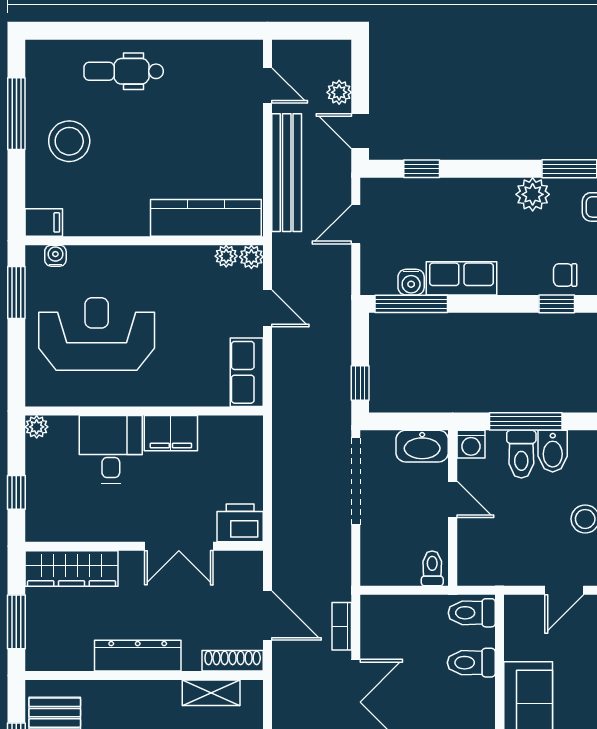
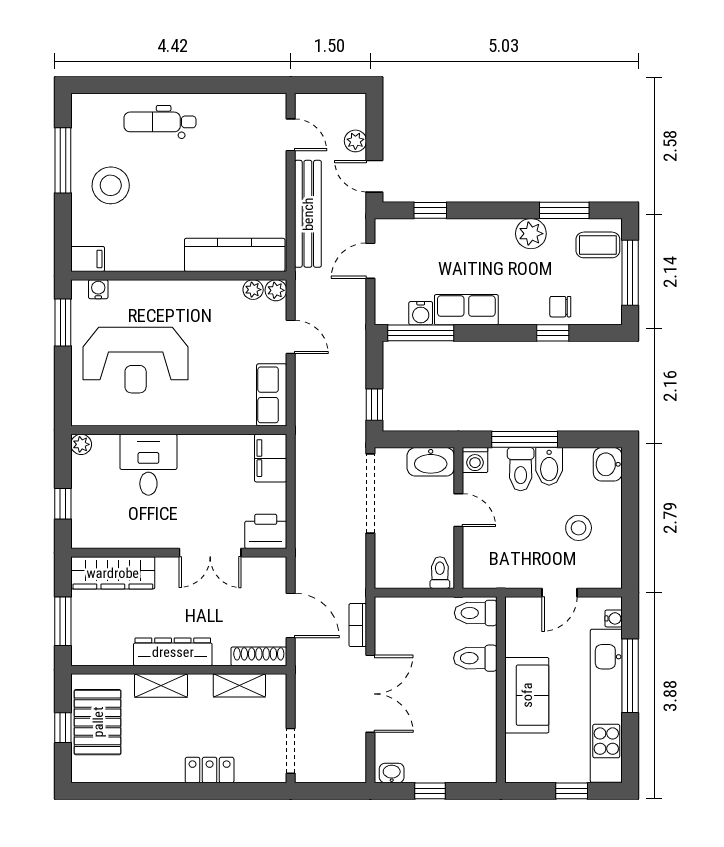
reception desk: (97, 334) -> (136, 360), turned 180
filing cabinet: (171, 433) -> (271, 458), moved, turned 90
shelving: (125, 693) -> (161, 686), added

